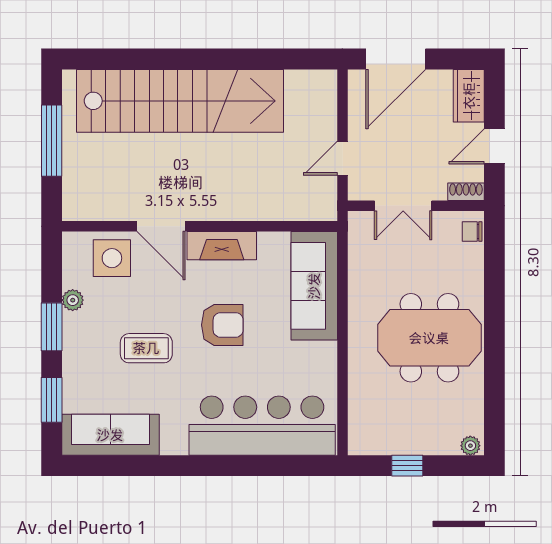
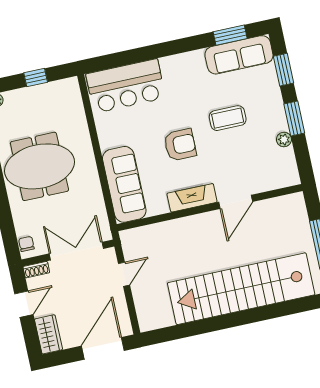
double door: (403, 206) -> (76, 251), width x1.37
door: (161, 226) -> (236, 202), swing flipped
chair: (472, 231) -> (26, 244), turned -90
side table: (112, 258) -> (264, 173), removed
armchair: (222, 325) -> (180, 145), turned 180
bar counter: (262, 426) -> (126, 86), width x0.73
window: (117, 466) -> (230, 35), added

